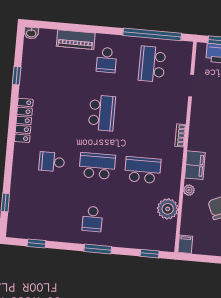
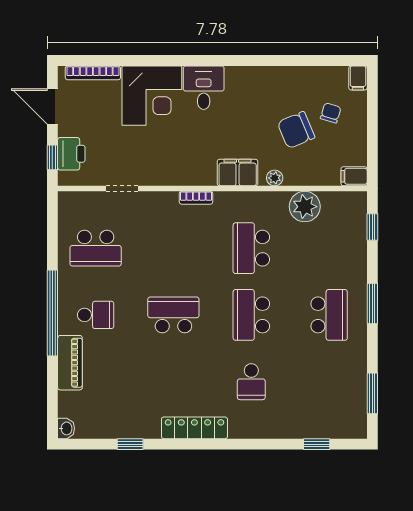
window: (152, 34) -> (52, 313), moved
school desk: (92, 219) -> (329, 315), width x1.85
window: (36, 244) -> (372, 393), width x1.50

